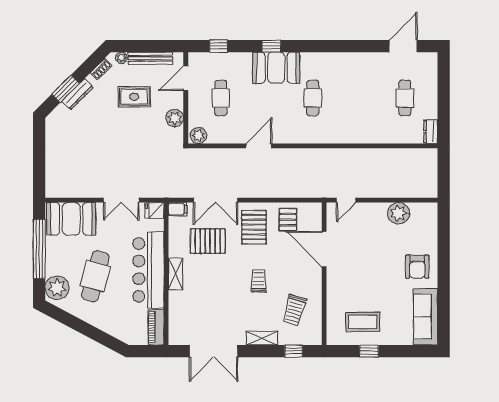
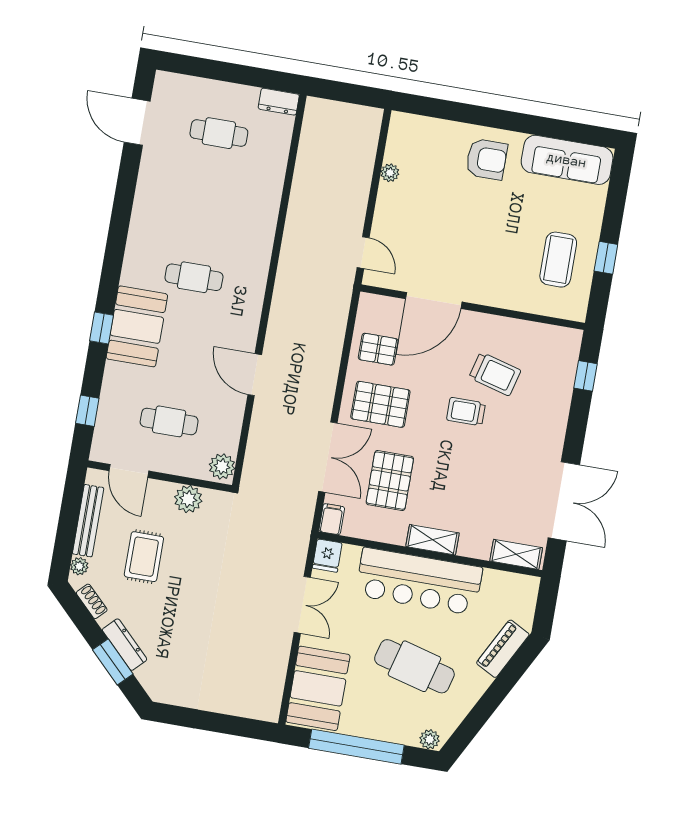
plant: (399, 213) -> (390, 173), width x0.53, depth x0.53
plant: (57, 288) -> (430, 739), width x0.53, depth x0.53
trolley: (294, 310) -> (495, 374), moved
piano: (156, 327) -> (503, 649), moved, turned 118
shelving: (262, 338) -> (516, 554), moved, turned 90

